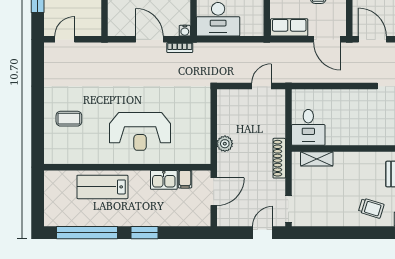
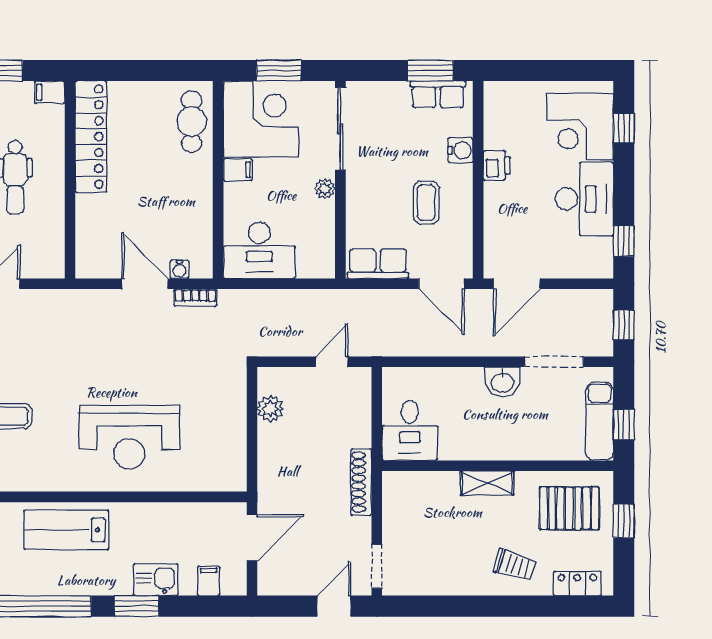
water cooler: (185, 31) -> (179, 269), moved
door: (372, 39) -> (517, 284), swing flipped
washbasin: (364, 98) -> (502, 382), added
plant: (225, 144) -> (271, 409), moved
shelving: (317, 159) -> (487, 483), moved
filing cabinet: (185, 179) -> (209, 581), moved, turned 180
kitchen sink: (164, 180) -> (156, 580), moved, turned 180

